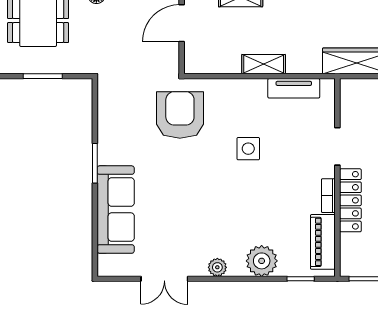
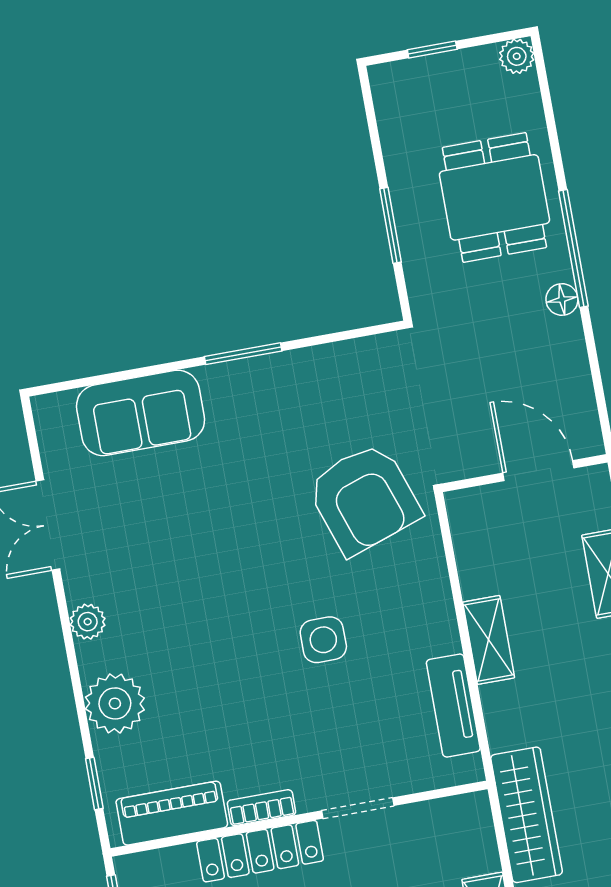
armchair: (180, 115) -> (364, 499), turned 71
sofa: (116, 210) -> (141, 413), width x0.73

